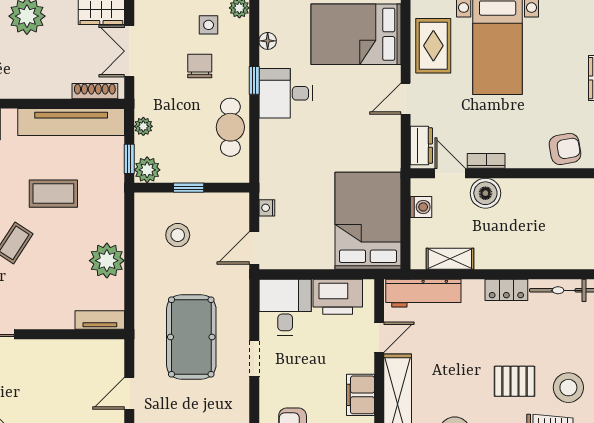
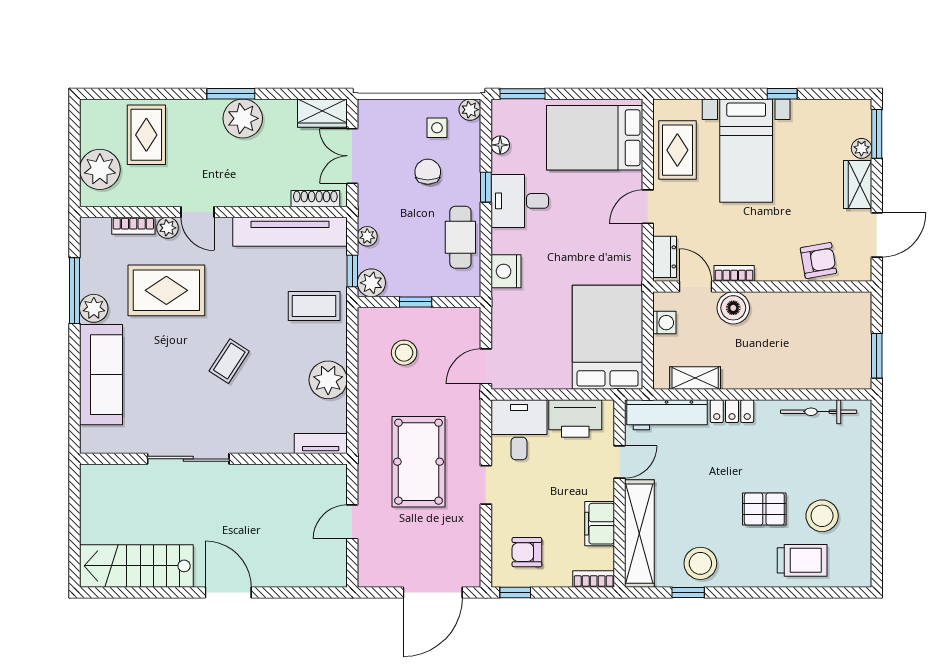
coffee table: (53, 194) -> (314, 306), moved
nightstand: (267, 208) -> (506, 271), moved, width x1.89, depth x1.79
locker: (506, 290) -> (732, 411), moved

